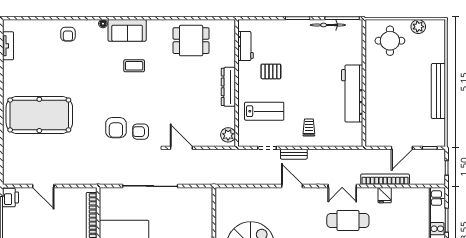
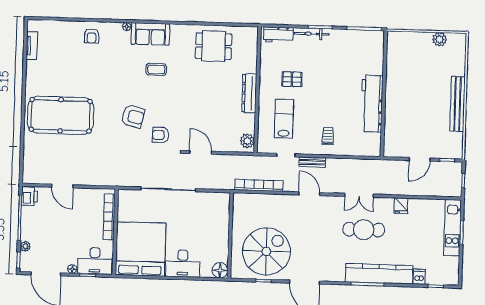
bicycle: (328, 25) -> (312, 34), moved
round table: (390, 41) -> (411, 53), removed
workbench: (246, 46) -> (278, 35), moved, turned 90
lab bench: (264, 111) -> (284, 119), turned -90
armchair: (116, 128) -> (133, 116), moved, turned -76
bookcase: (385, 179) -> (259, 185), moved

